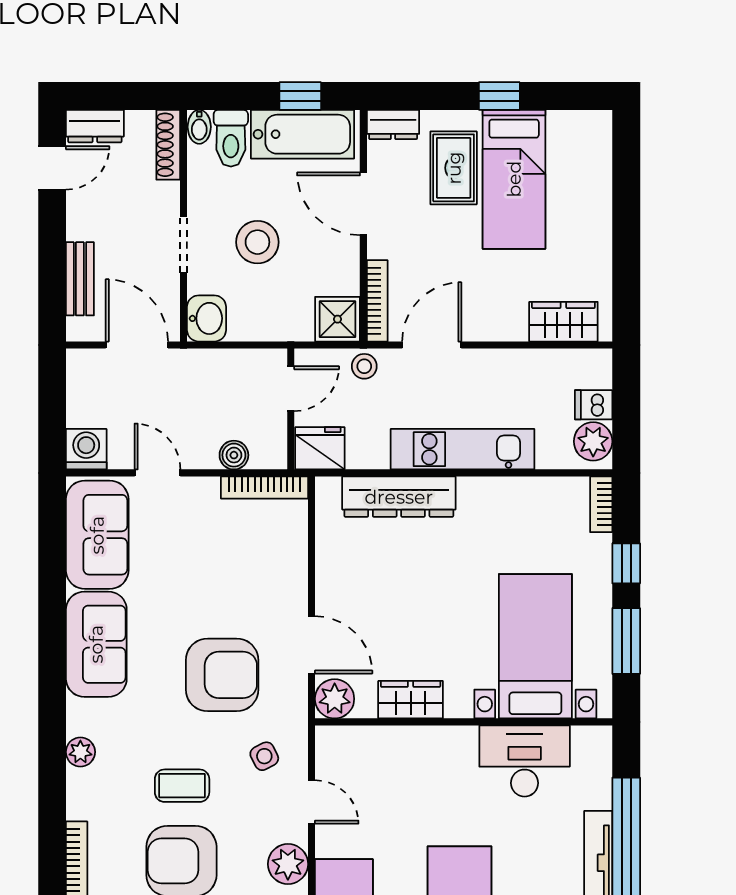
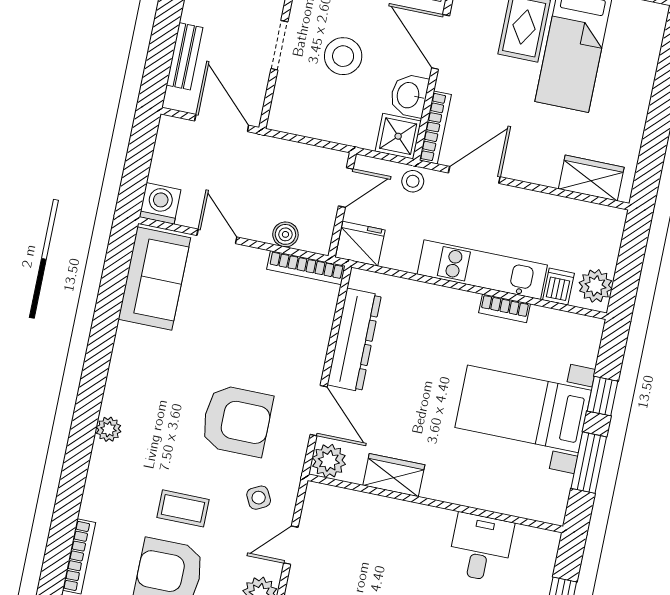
washbasin: (207, 318) -> (409, 95), moved, turned 180
dishwasher: (594, 405) -> (558, 287), moved, turned 90
dresser: (399, 497) -> (354, 340), moved, turned -90
bookcase: (601, 504) -> (504, 308), moved, turned -90
sofa: (96, 644) -> (134, 372), removed
bed with nightstands: (535, 646) -> (523, 409), moved, turned -90
plant: (80, 752) -> (109, 429), moved
desk: (525, 761) -> (481, 548), width x0.73
door: (311, 802) -> (291, 545), swing flipped

